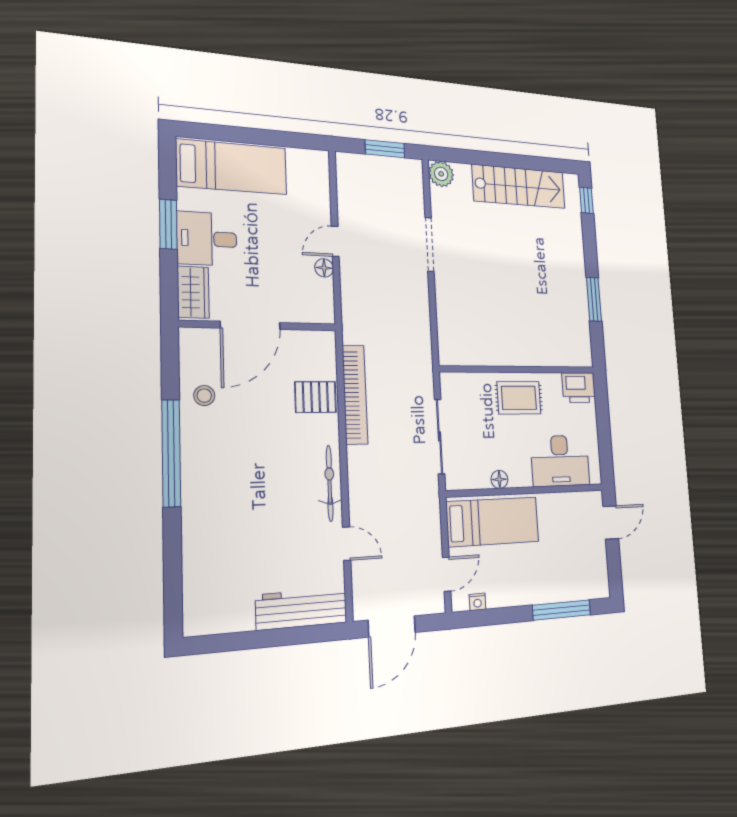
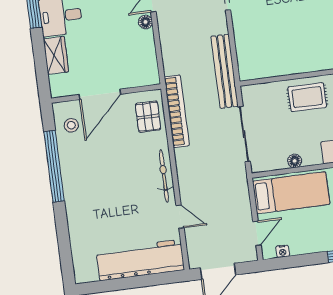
door: (250, 325) -> (100, 94), moved
wall: (259, 326) -> (106, 94), moved
bench: (421, 350) -> (225, 71), added
pallet: (315, 397) -> (148, 117), turned 90
workbench: (301, 609) -> (140, 260), width x1.36, depth x1.32

